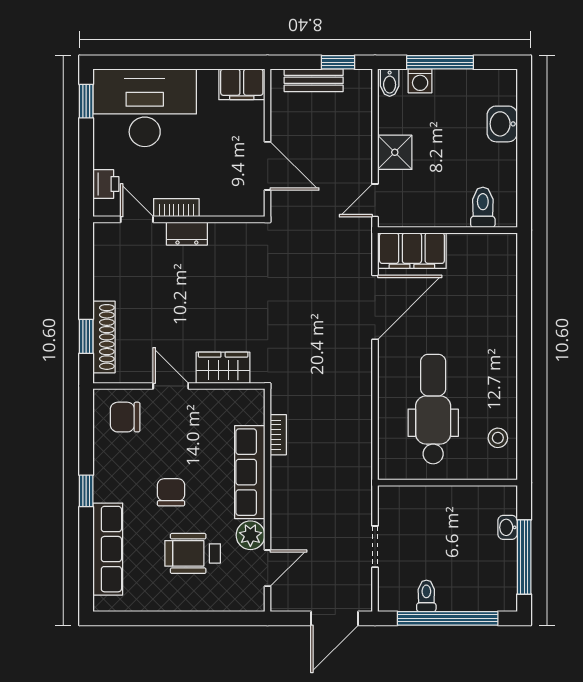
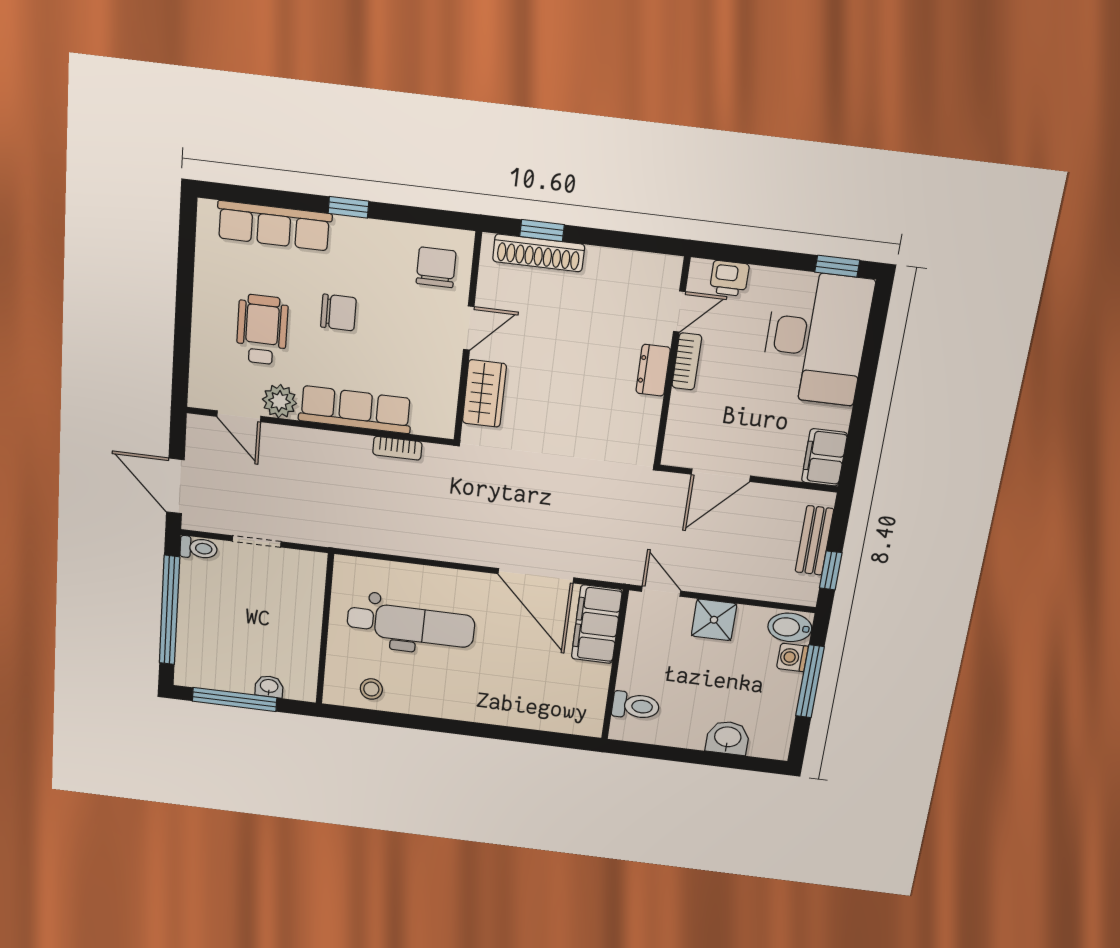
bidet: (390, 83) -> (790, 627), width x1.38, depth x1.36
toilet: (426, 596) -> (199, 548), moved

